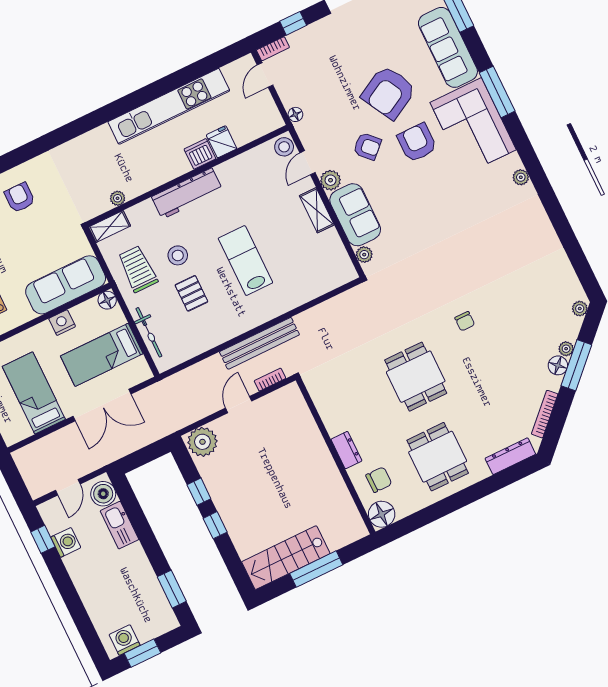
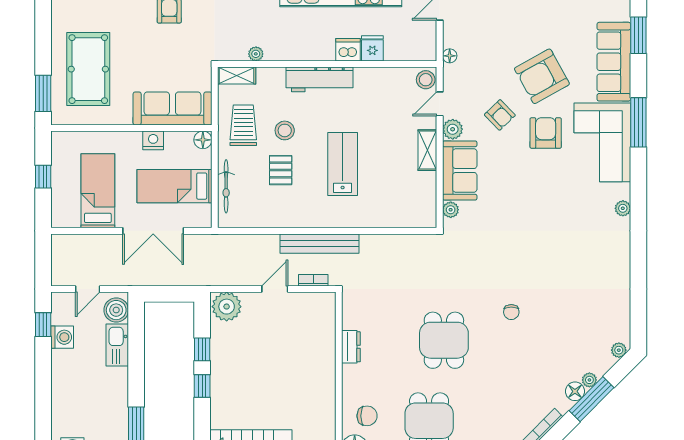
dresser: (346, 450) -> (351, 347), moved

